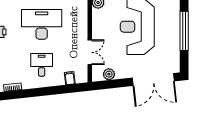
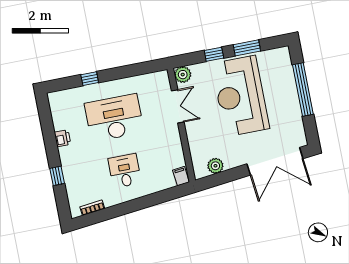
double door: (90, 52) -> (178, 106), moved
filing cabinet: (70, 78) -> (181, 176), moved

